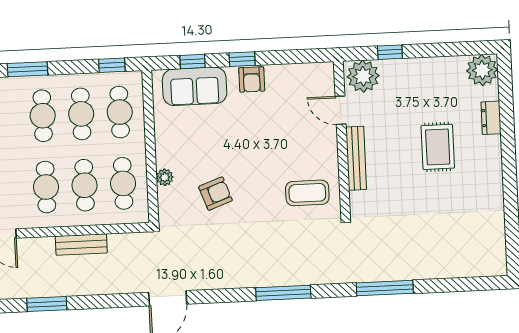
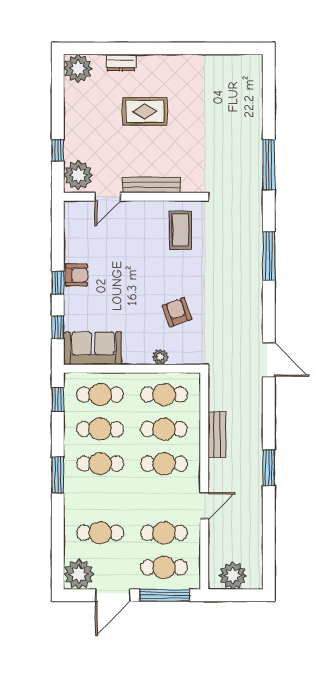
sofa: (195, 86) -> (93, 348), moved, turned -90

